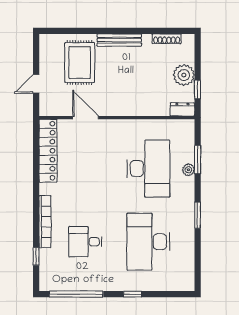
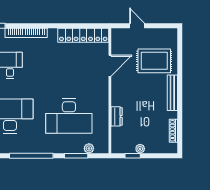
plant: (184, 75) -> (140, 149), width x0.53, depth x0.53
dresser: (182, 109) -> (117, 116), moved
plant: (188, 170) -> (89, 148), moved
window: (198, 215) -> (31, 156), width x2.11

